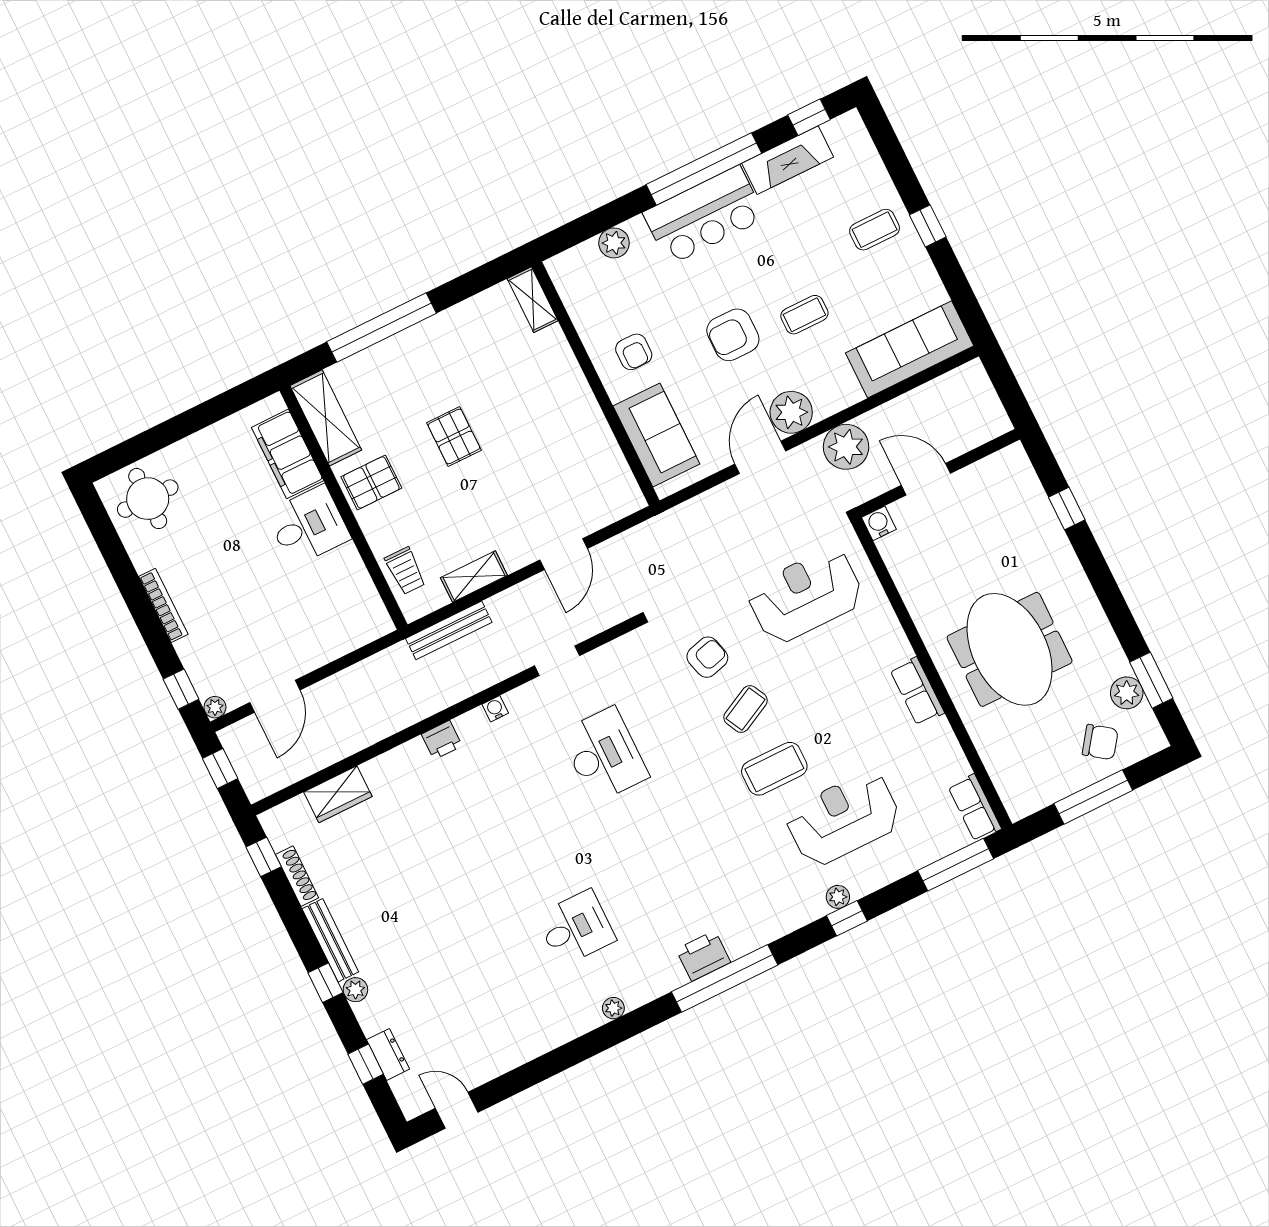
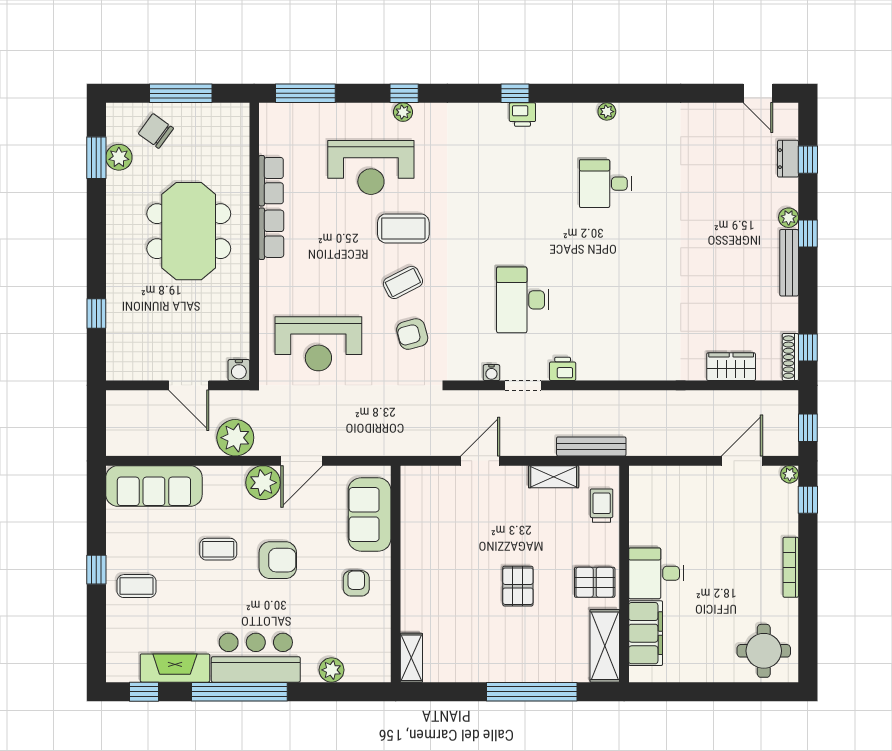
water cooler: (495, 709) -> (491, 373), moved
printer: (442, 740) -> (563, 369), moved
row of seats: (975, 808) -> (271, 181), moved
shoe rack: (297, 876) -> (790, 357), moved
printer: (703, 956) -> (522, 115), width x0.73, depth x0.81
window: (725, 978) -> (515, 93), width x0.32

